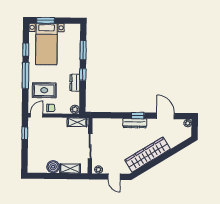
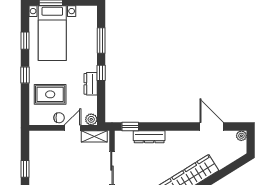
window: (25, 75) -> (25, 75), width x0.46
door: (37, 115) -> (73, 128), moved
window: (138, 116) -> (130, 127), moved
dresser: (135, 123) -> (149, 137), moved
window: (25, 133) -> (25, 169), moved

